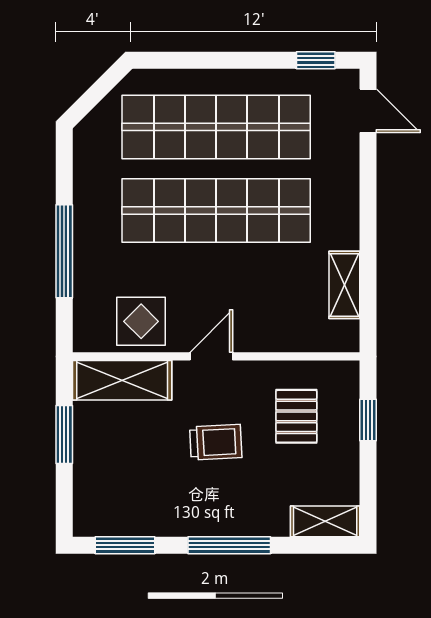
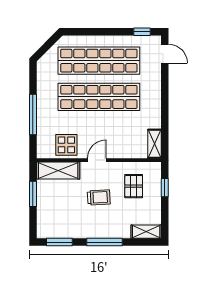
shelving: (344, 285) -> (154, 144), moved

